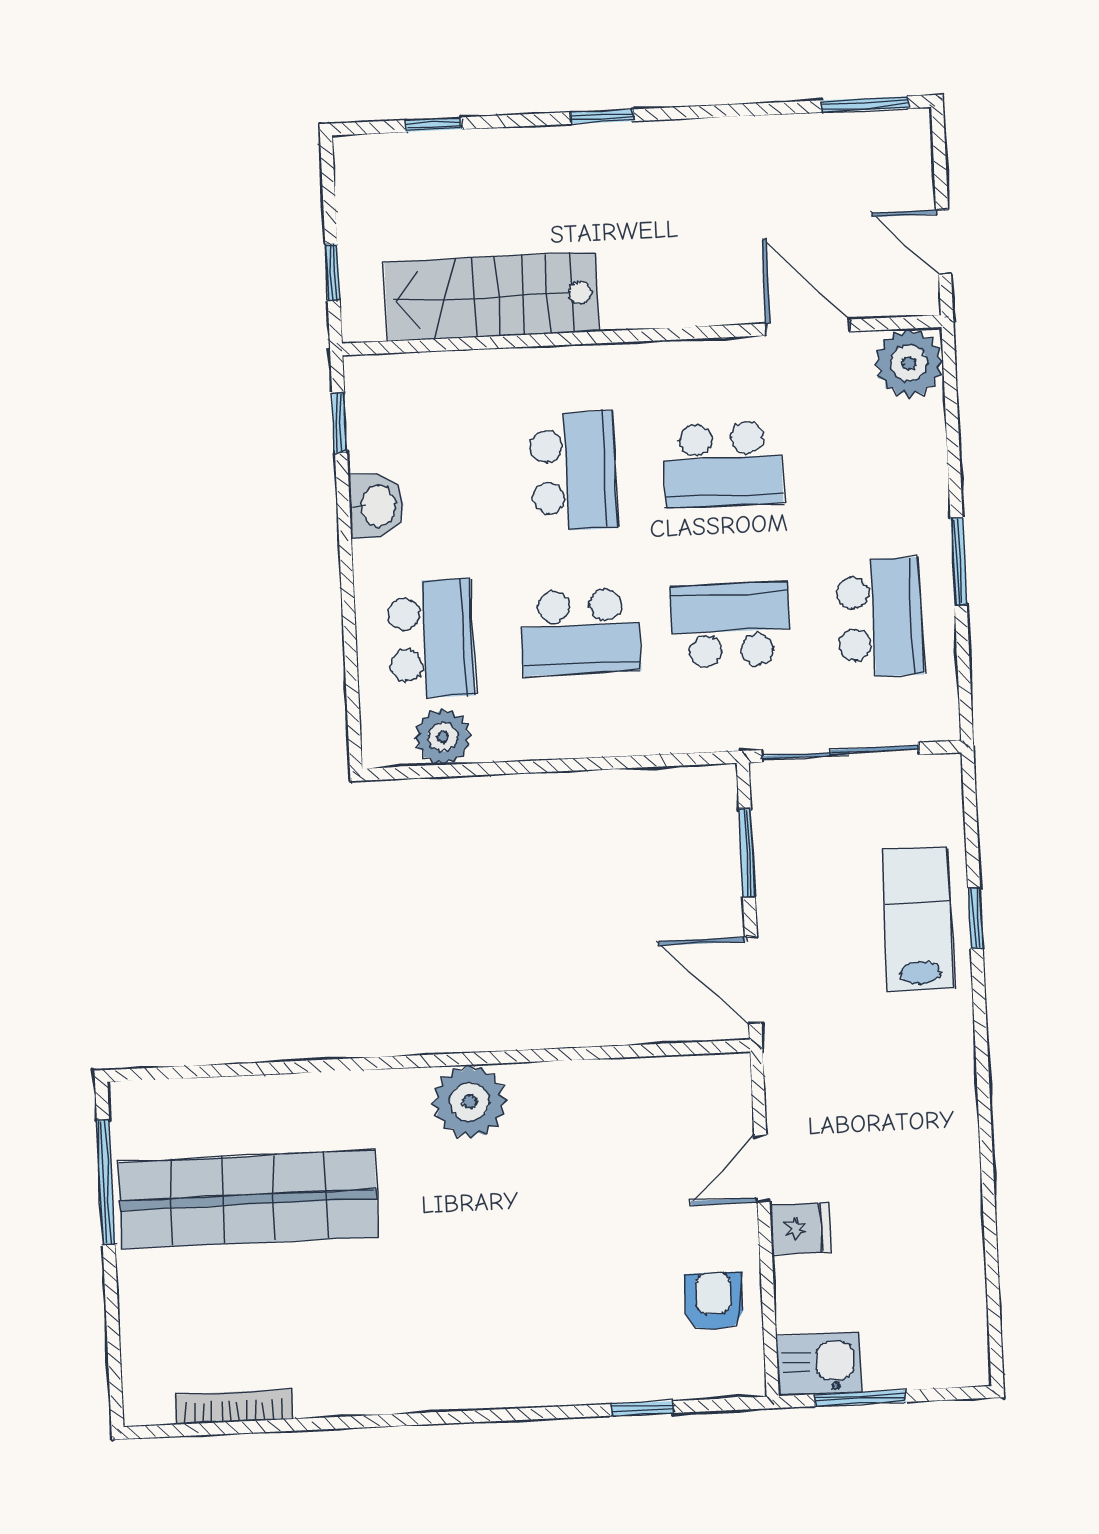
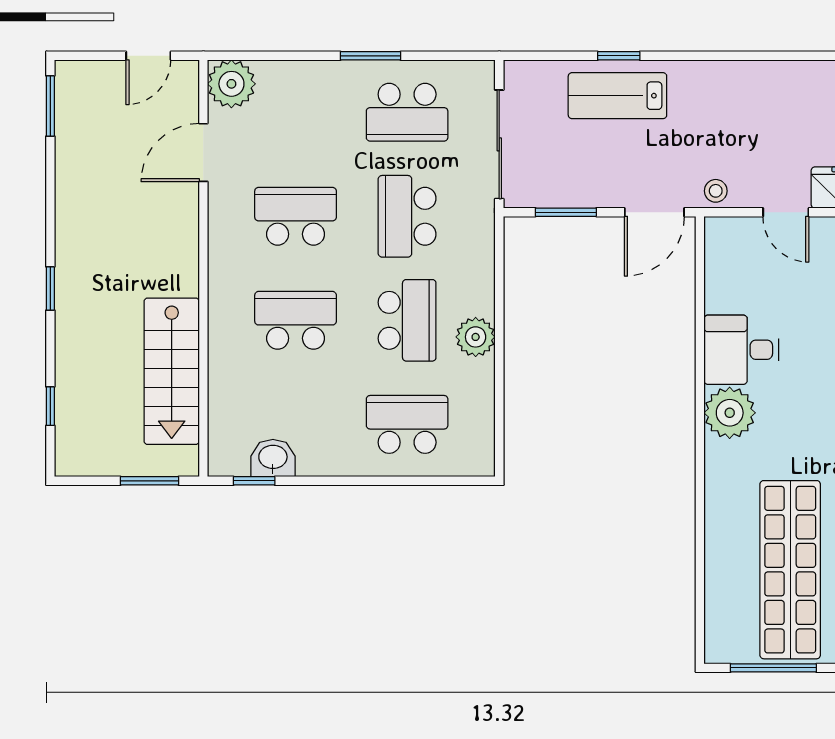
window: (332, 272) -> (149, 481), width x1.50
school desk: (723, 464) -> (296, 216), turned -90
washbasin: (376, 506) -> (273, 458), moved
school desk: (880, 618) -> (407, 112), turned 180
plant: (443, 737) -> (476, 337), moved
stool: (788, 1067) -> (716, 191), added
desk: (561, 1114) -> (741, 350), added

